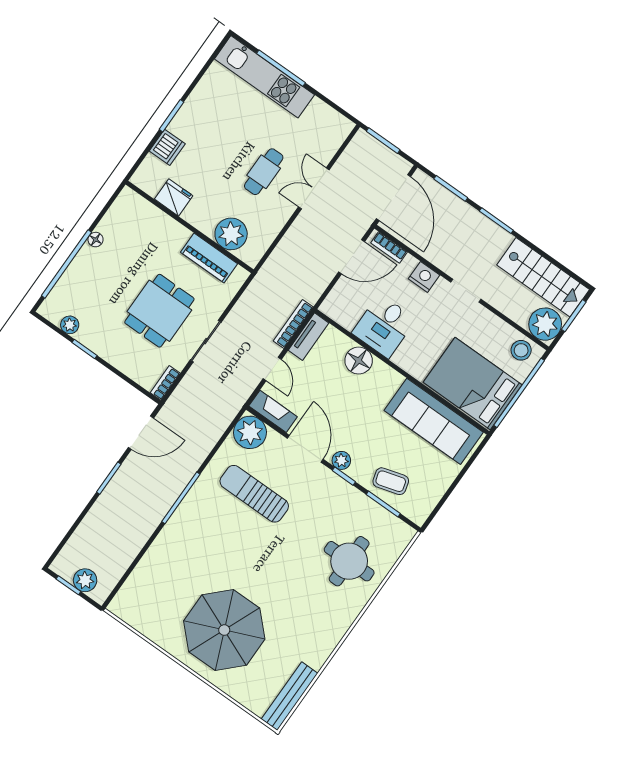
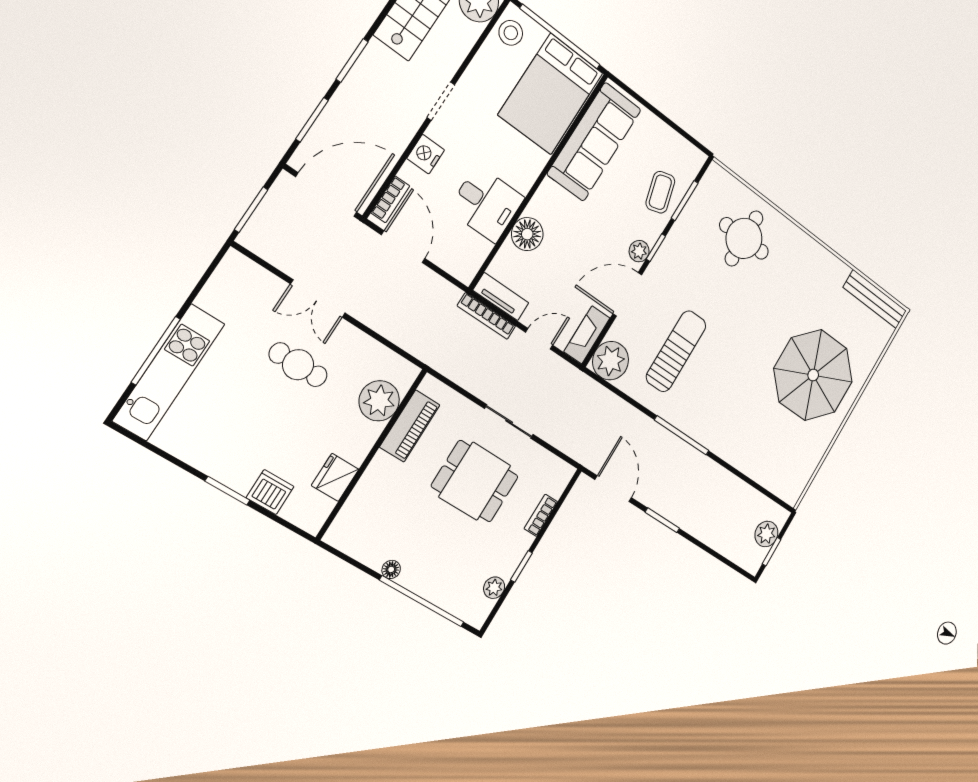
bookcase: (165, 383) -> (541, 515), moved, turned 90
sun lounger: (254, 494) -> (676, 351), turned 180

